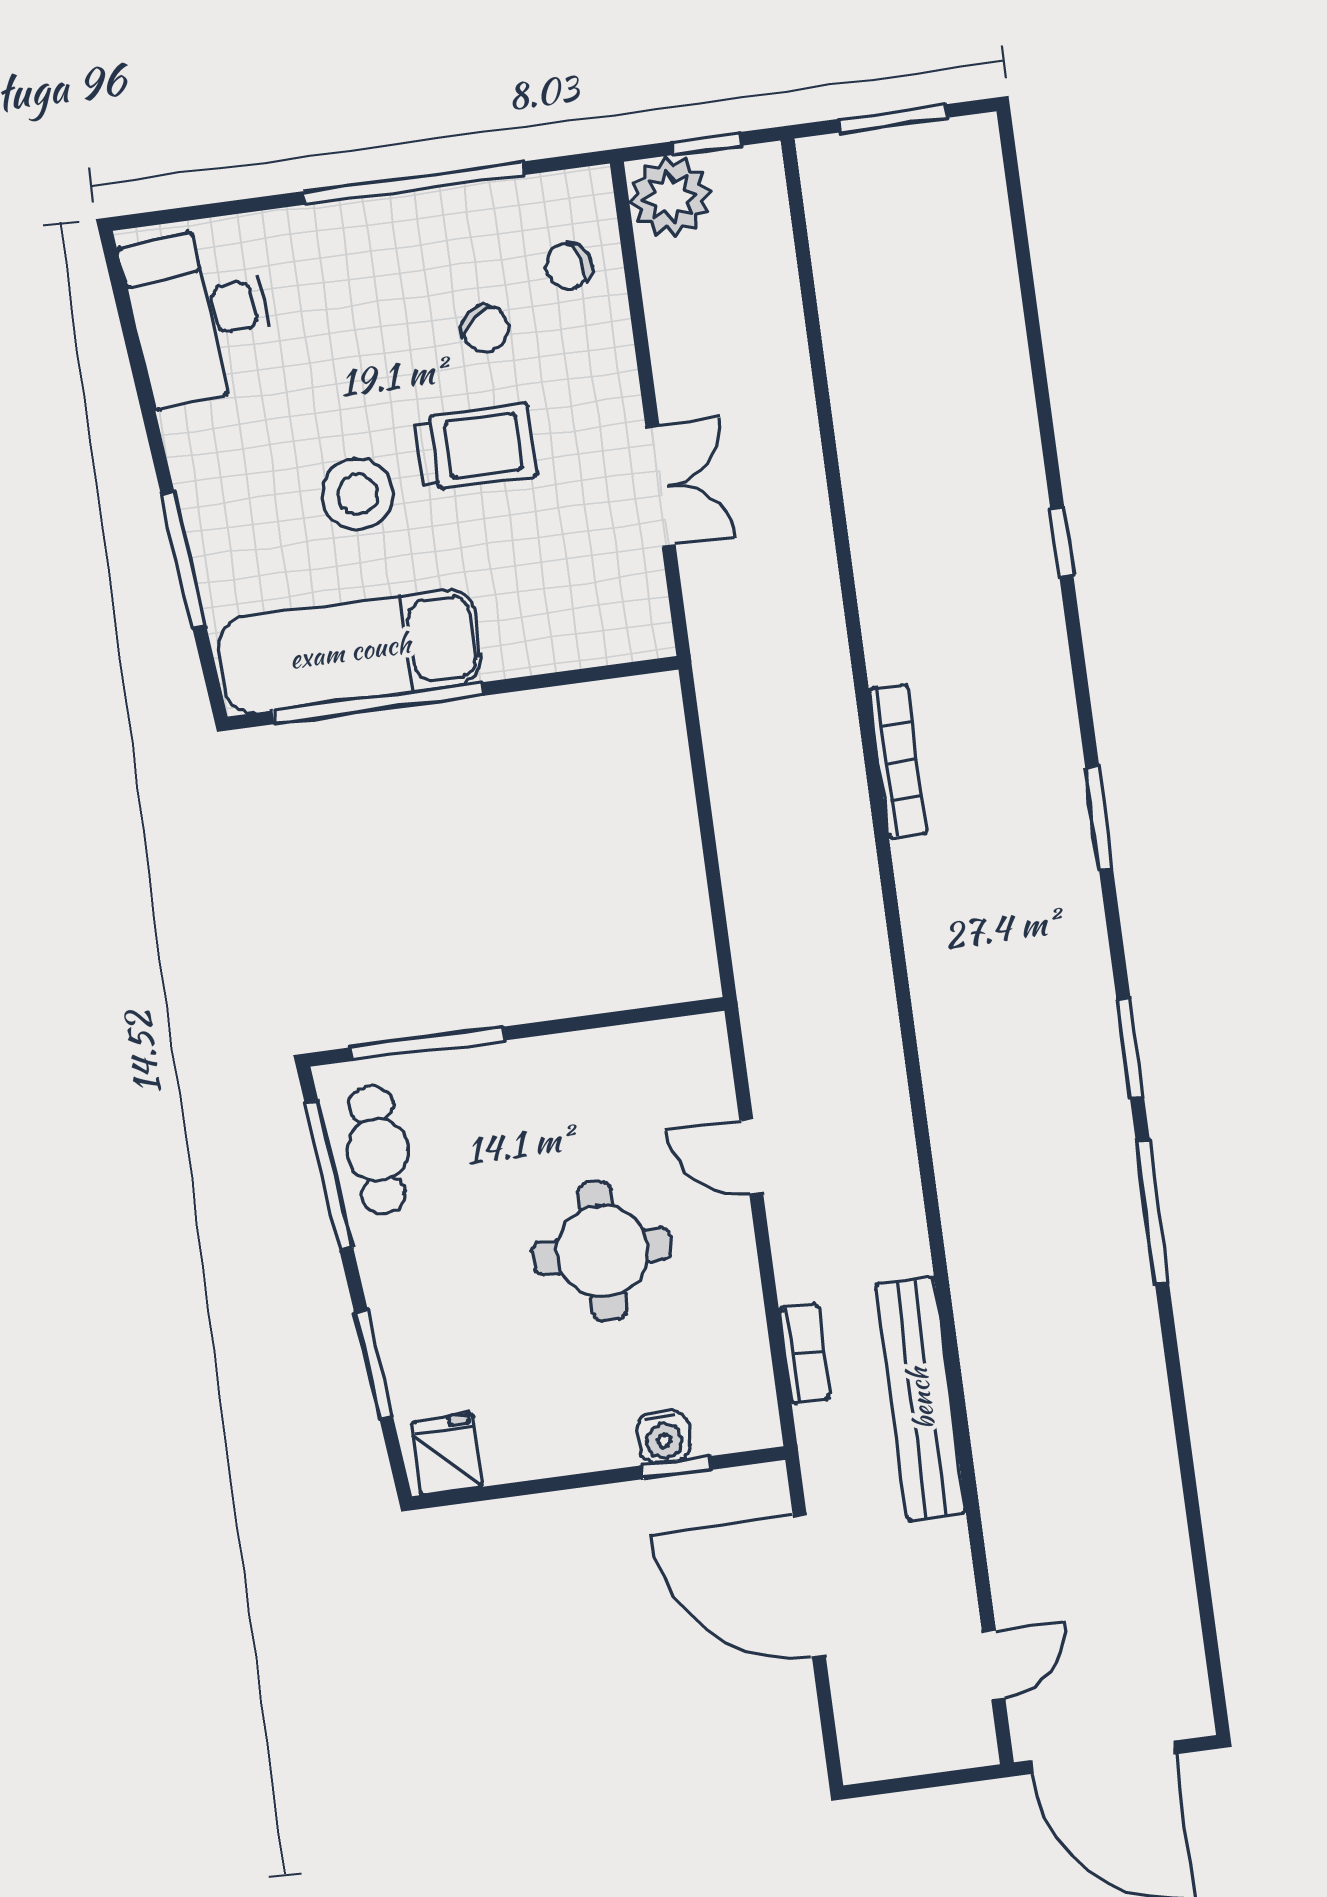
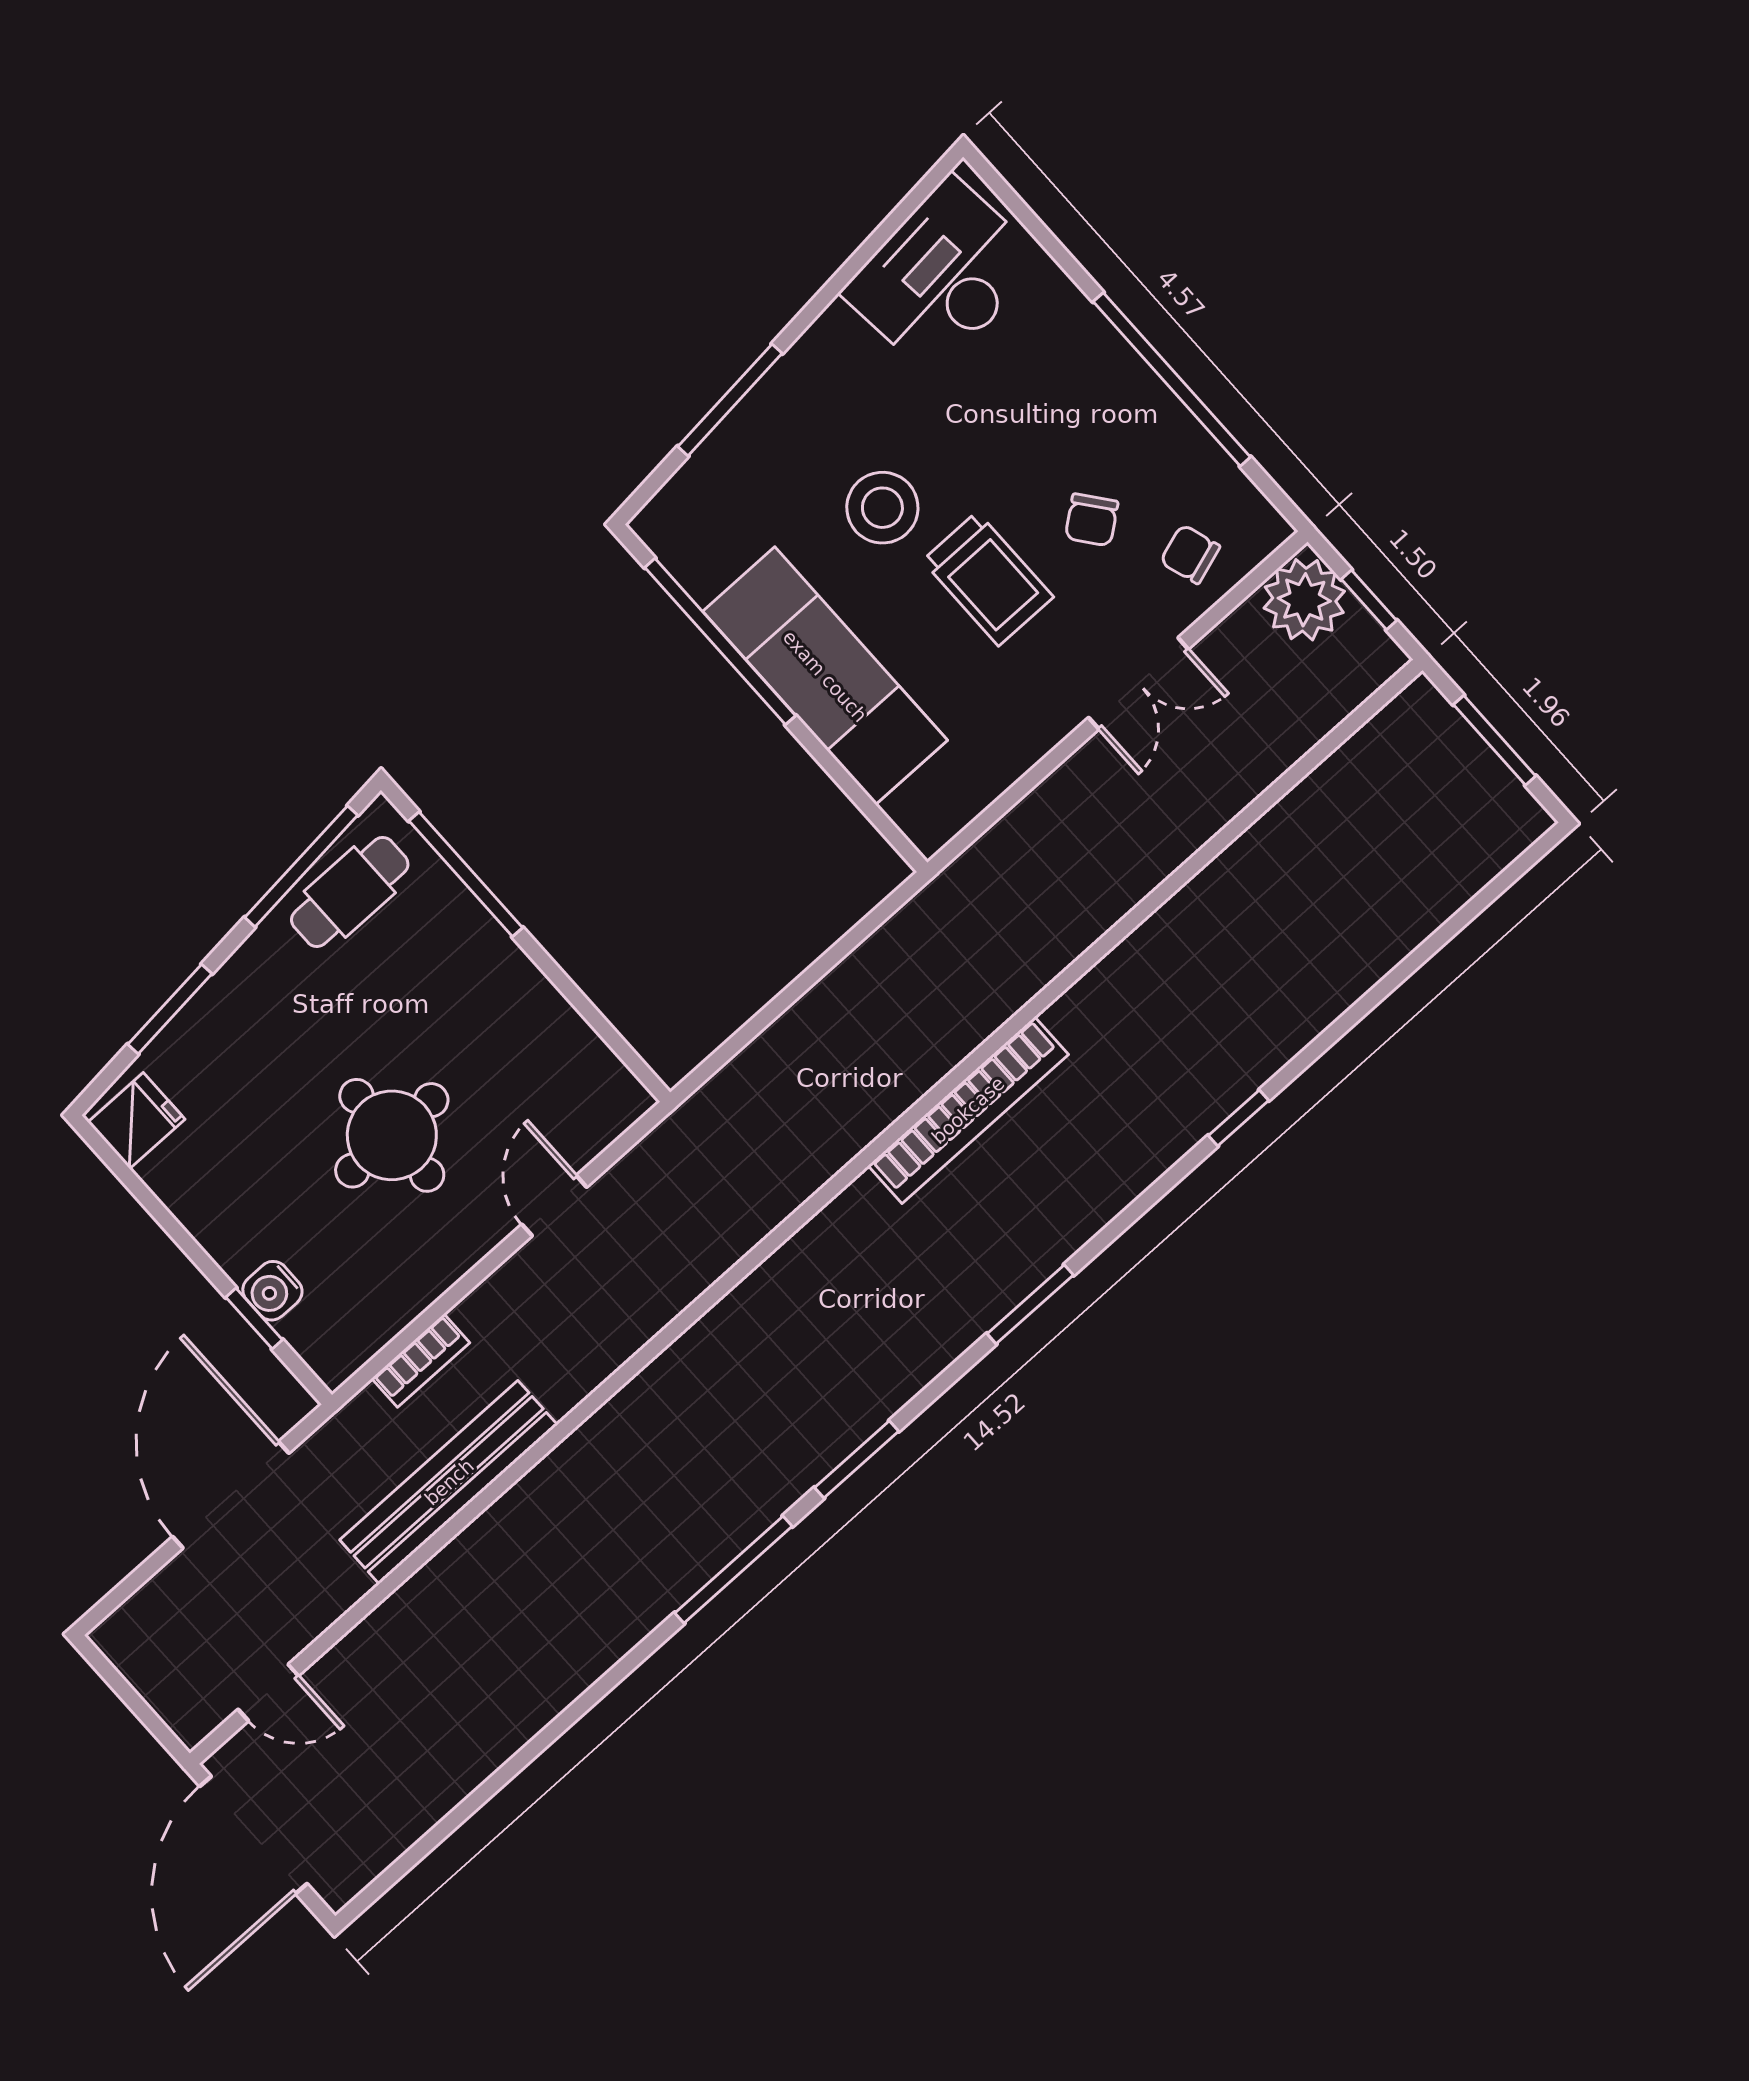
double door: (661, 487) -> (1138, 683), moved
exam couch: (350, 651) -> (825, 676), moved
bookcase: (898, 761) -> (968, 1110), width x1.48, depth x1.31

